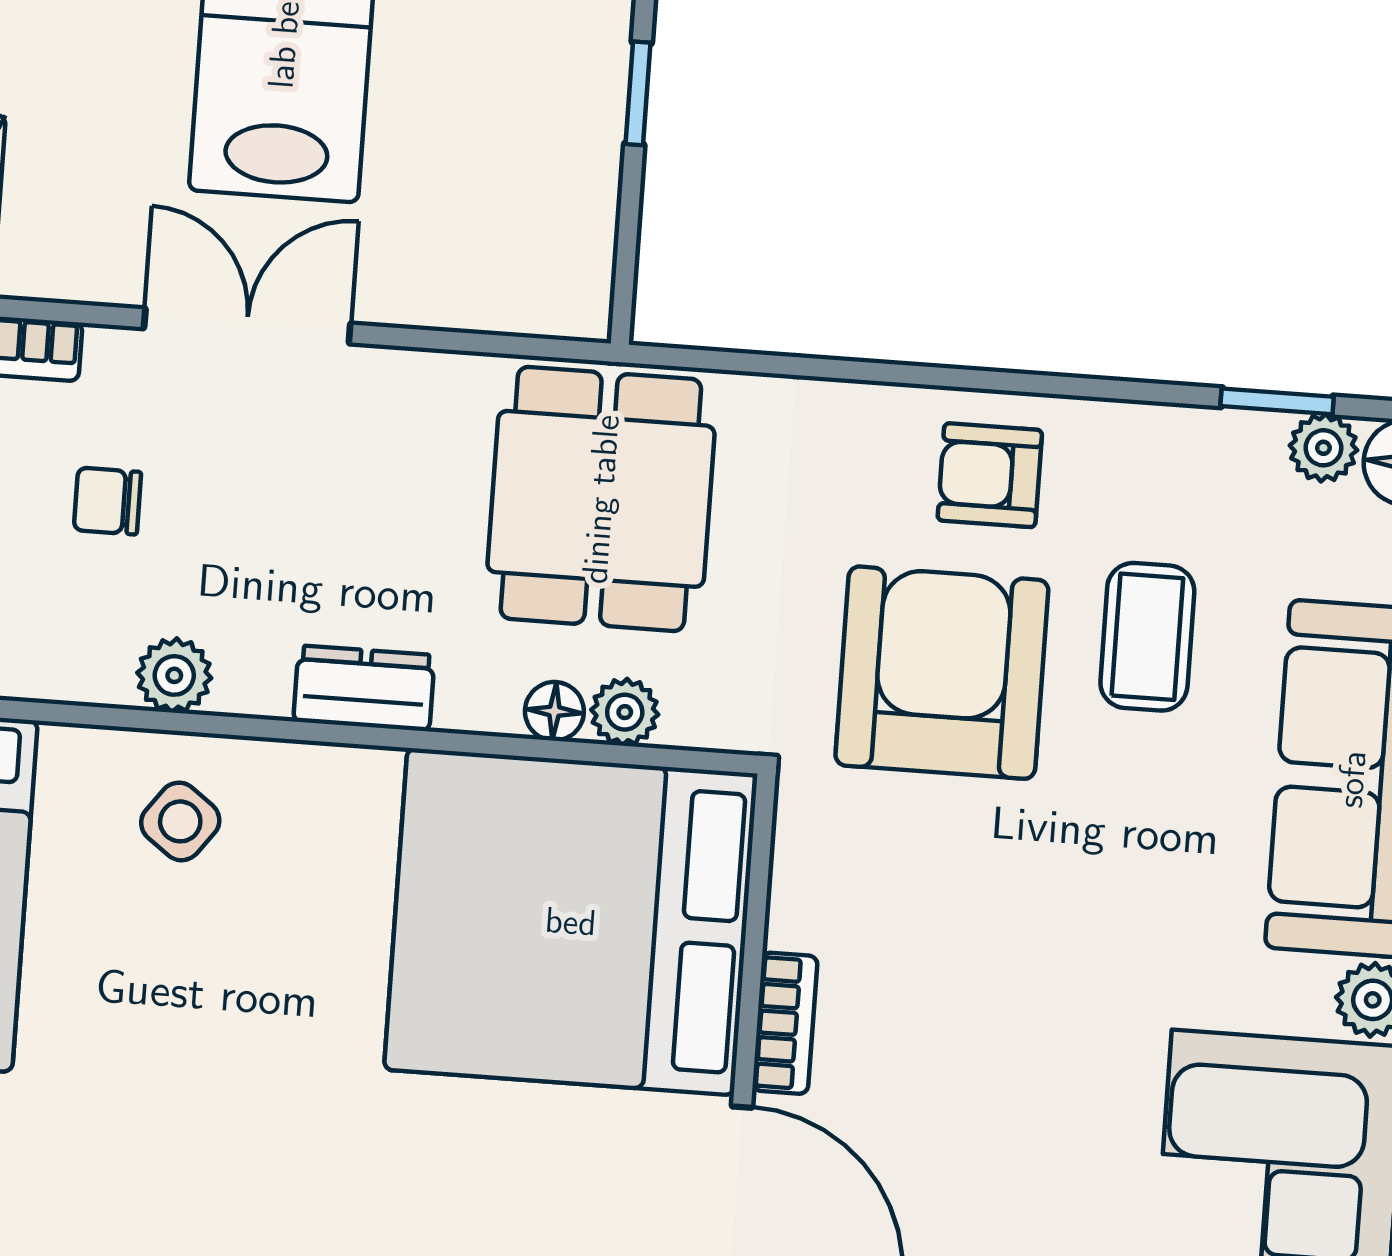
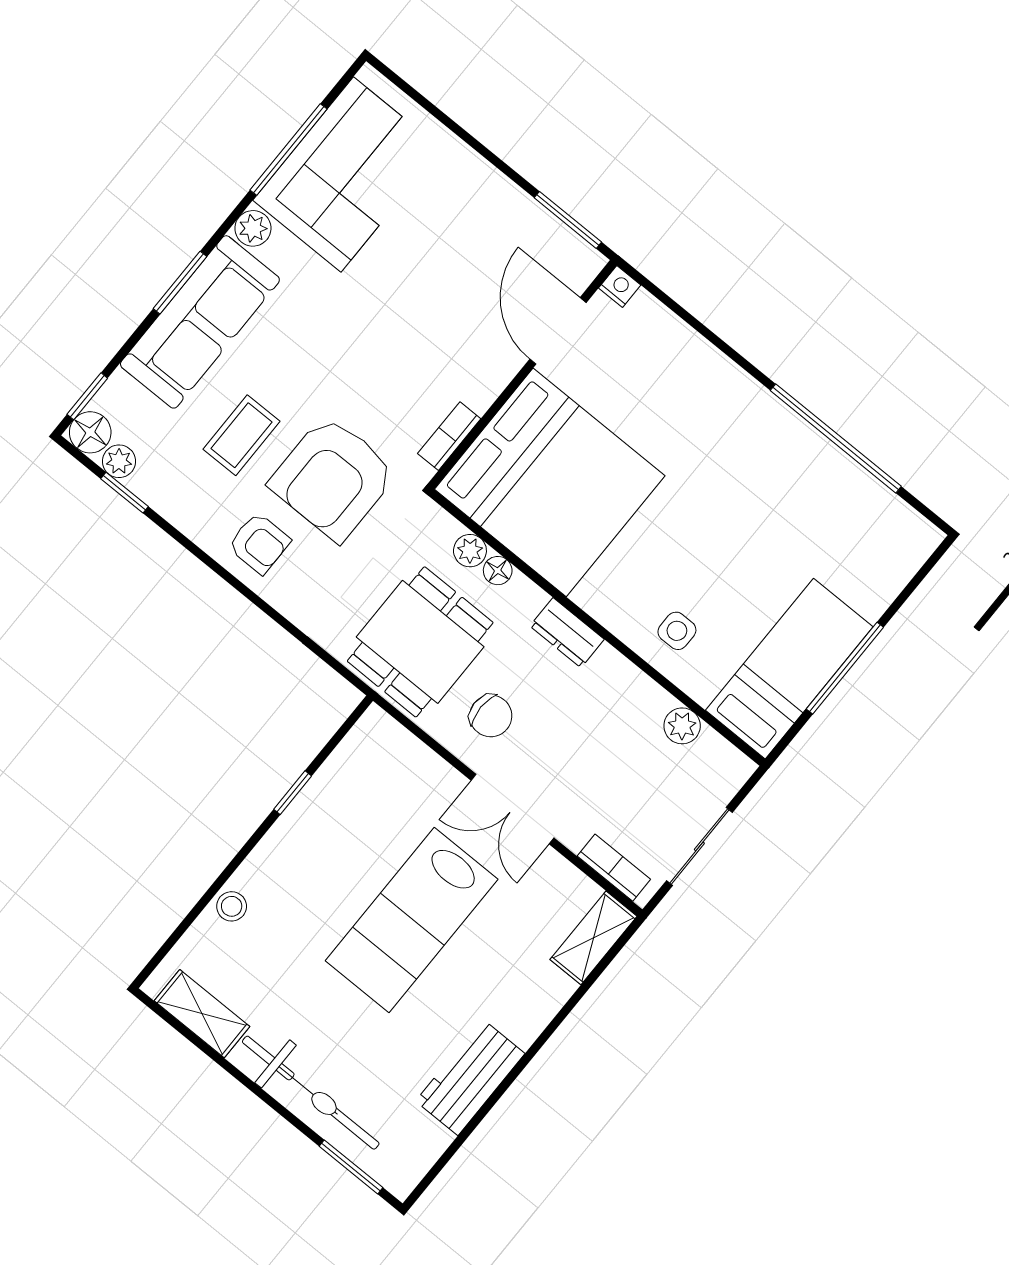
chair: (107, 501) -> (491, 716), moved, width x1.37, depth x1.37
plant: (174, 675) -> (682, 726), moved
side table: (180, 821) -> (677, 631), turned -37
bookcase: (785, 1023) -> (449, 436), moved

